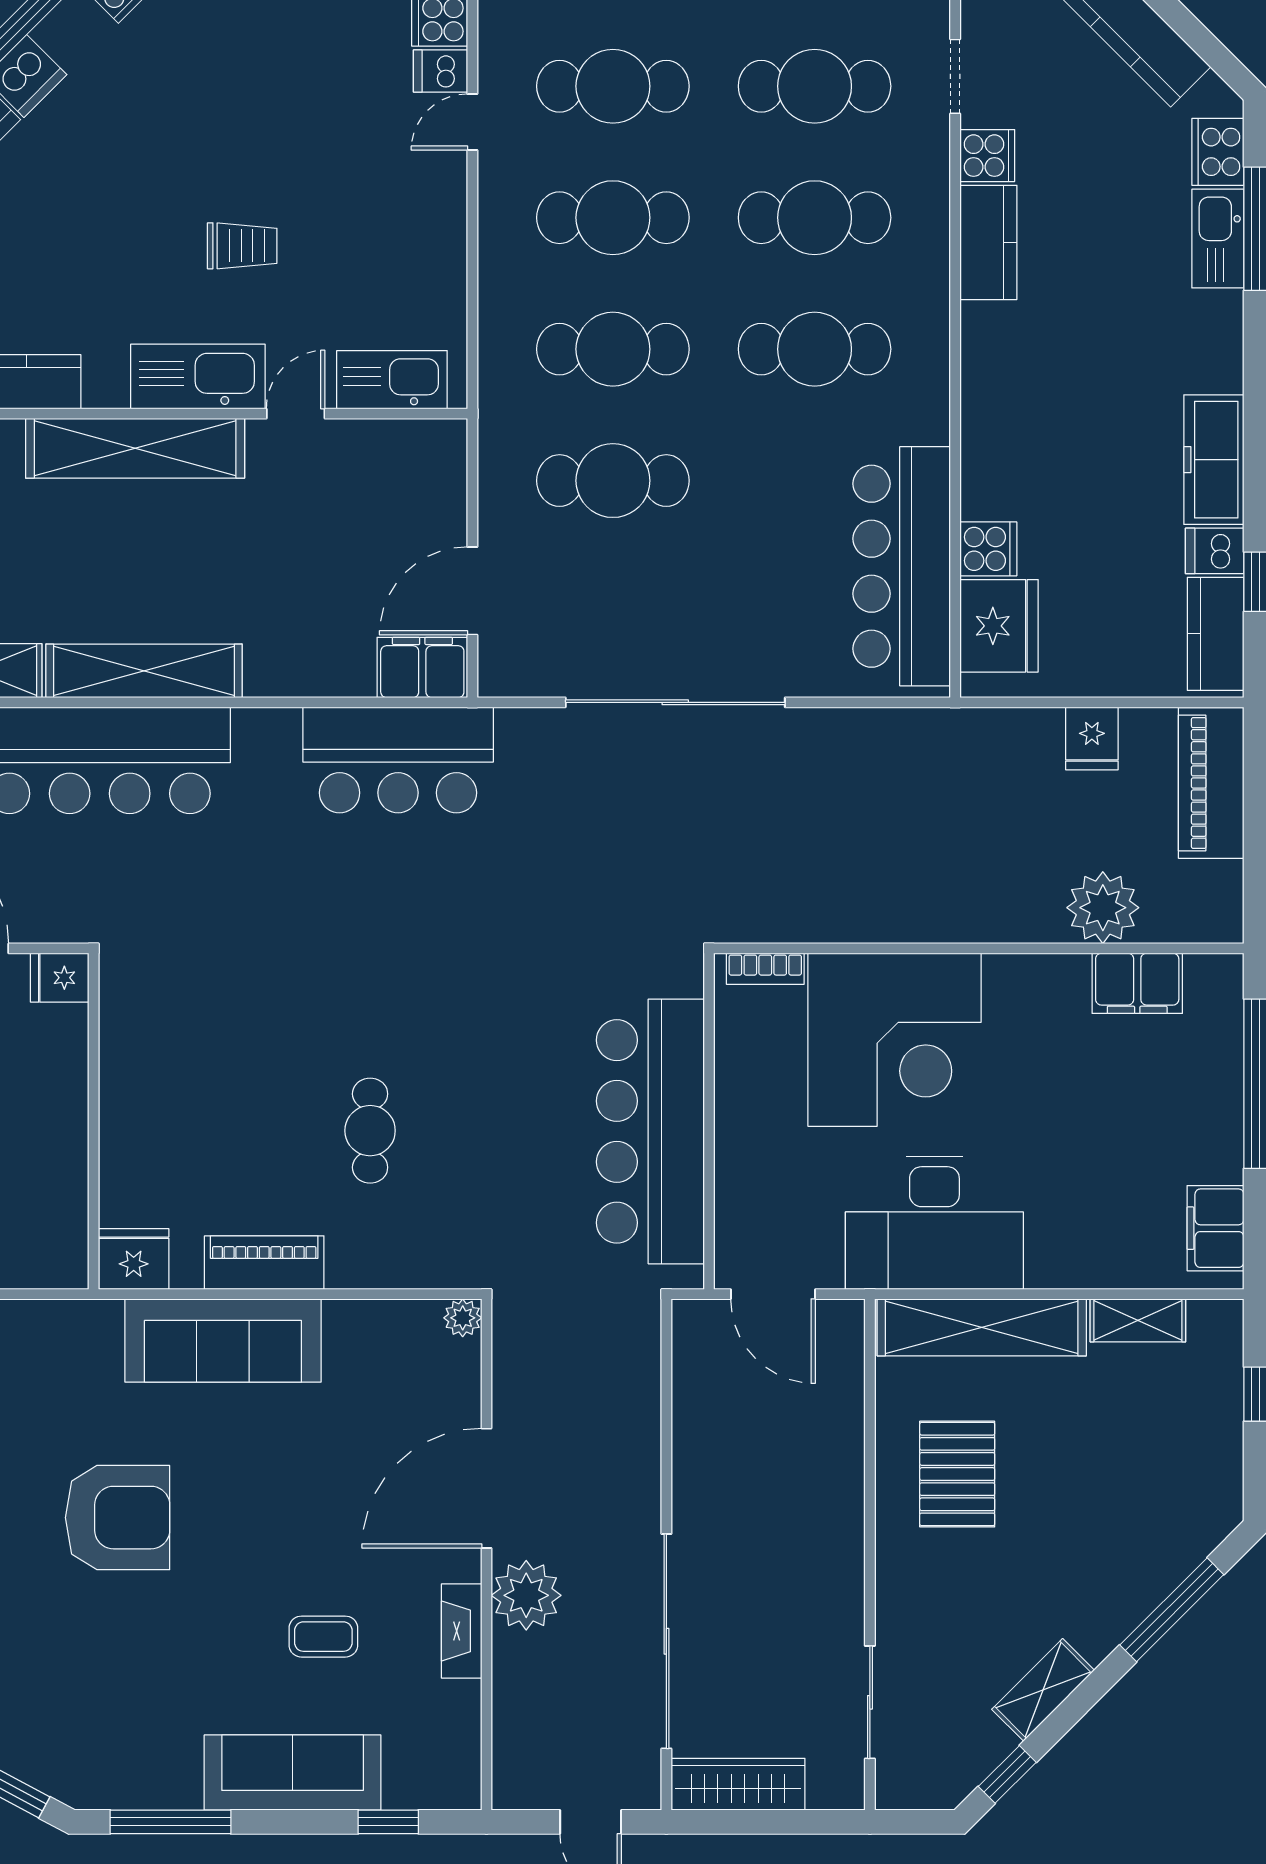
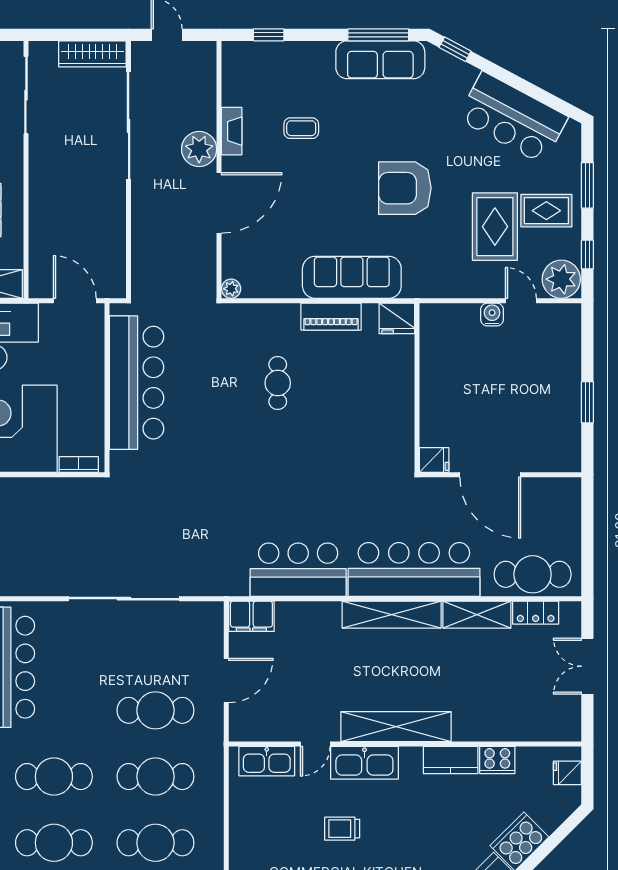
door: (472, 591) -> (226, 681), moved
bar counter: (398, 760) -> (298, 570), moved
sliding door: (870, 1702) -> (26, 95), width x1.37
sofa: (293, 1772) -> (380, 60), moved

